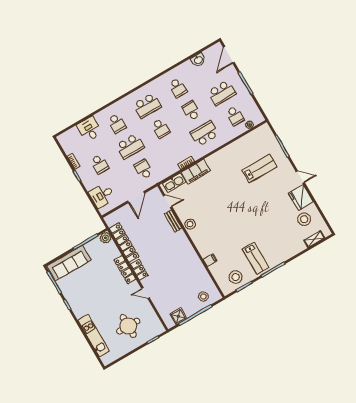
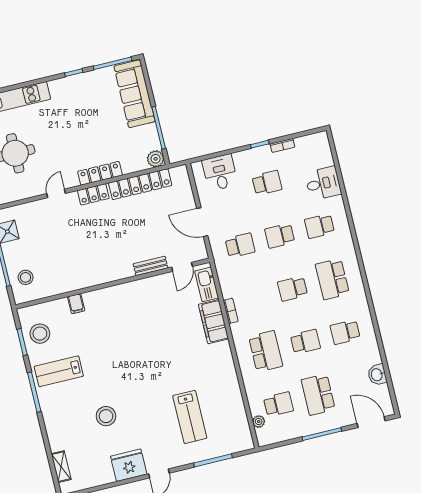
school desk: (235, 116) -> (278, 404), turned 180
school desk: (130, 146) -> (280, 236), width x0.54
school desk: (100, 164) -> (267, 183), turned 180
stool: (304, 219) -> (106, 416), moved
stool: (190, 224) -> (138, 290), removed

